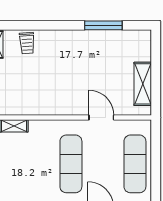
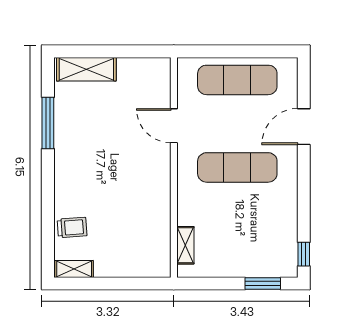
shelving: (143, 84) -> (86, 69), moved
door: (101, 118) -> (174, 126), hinge flipped

